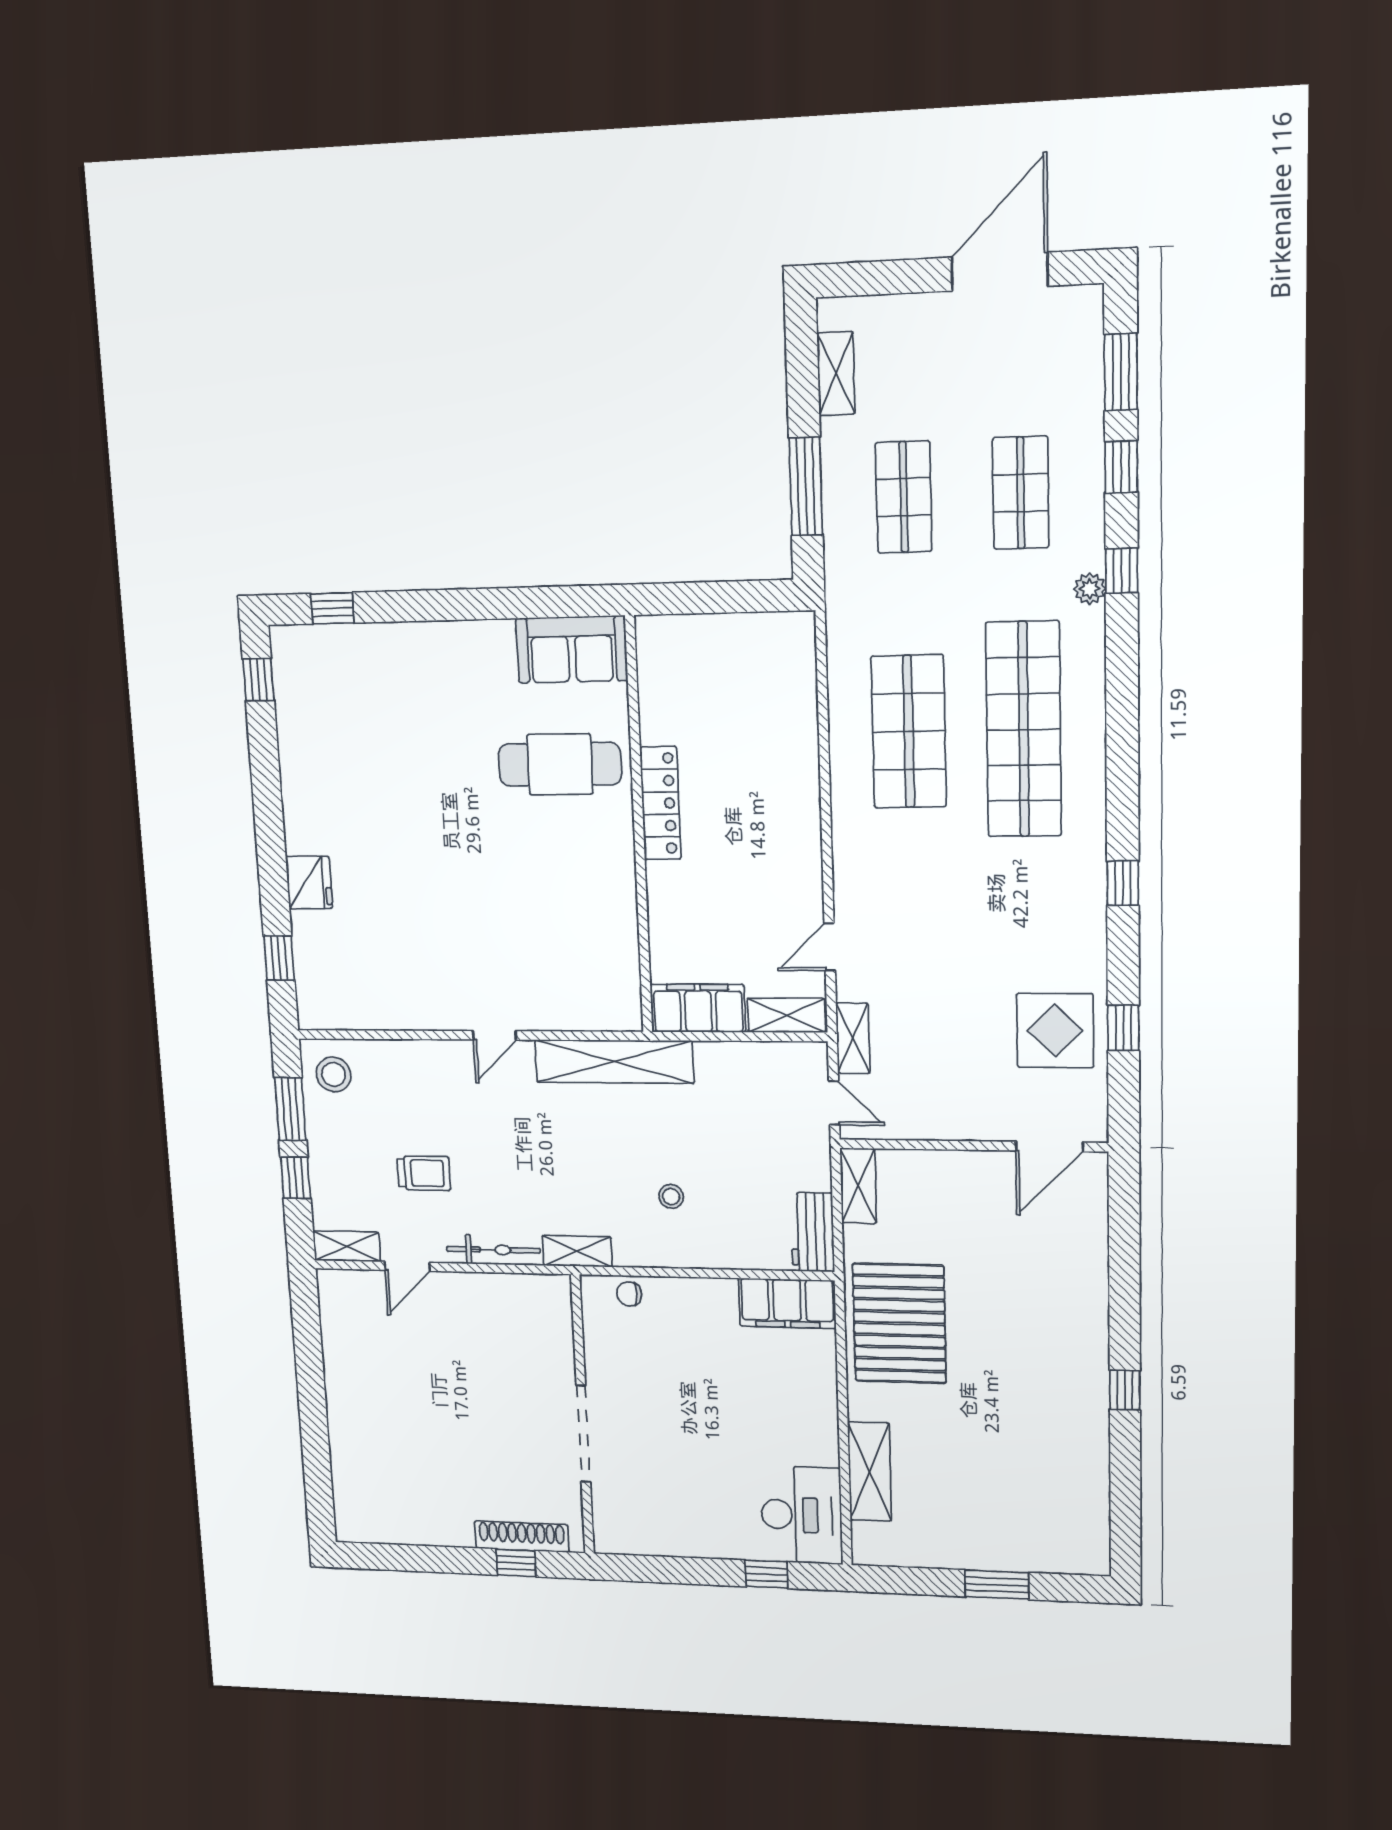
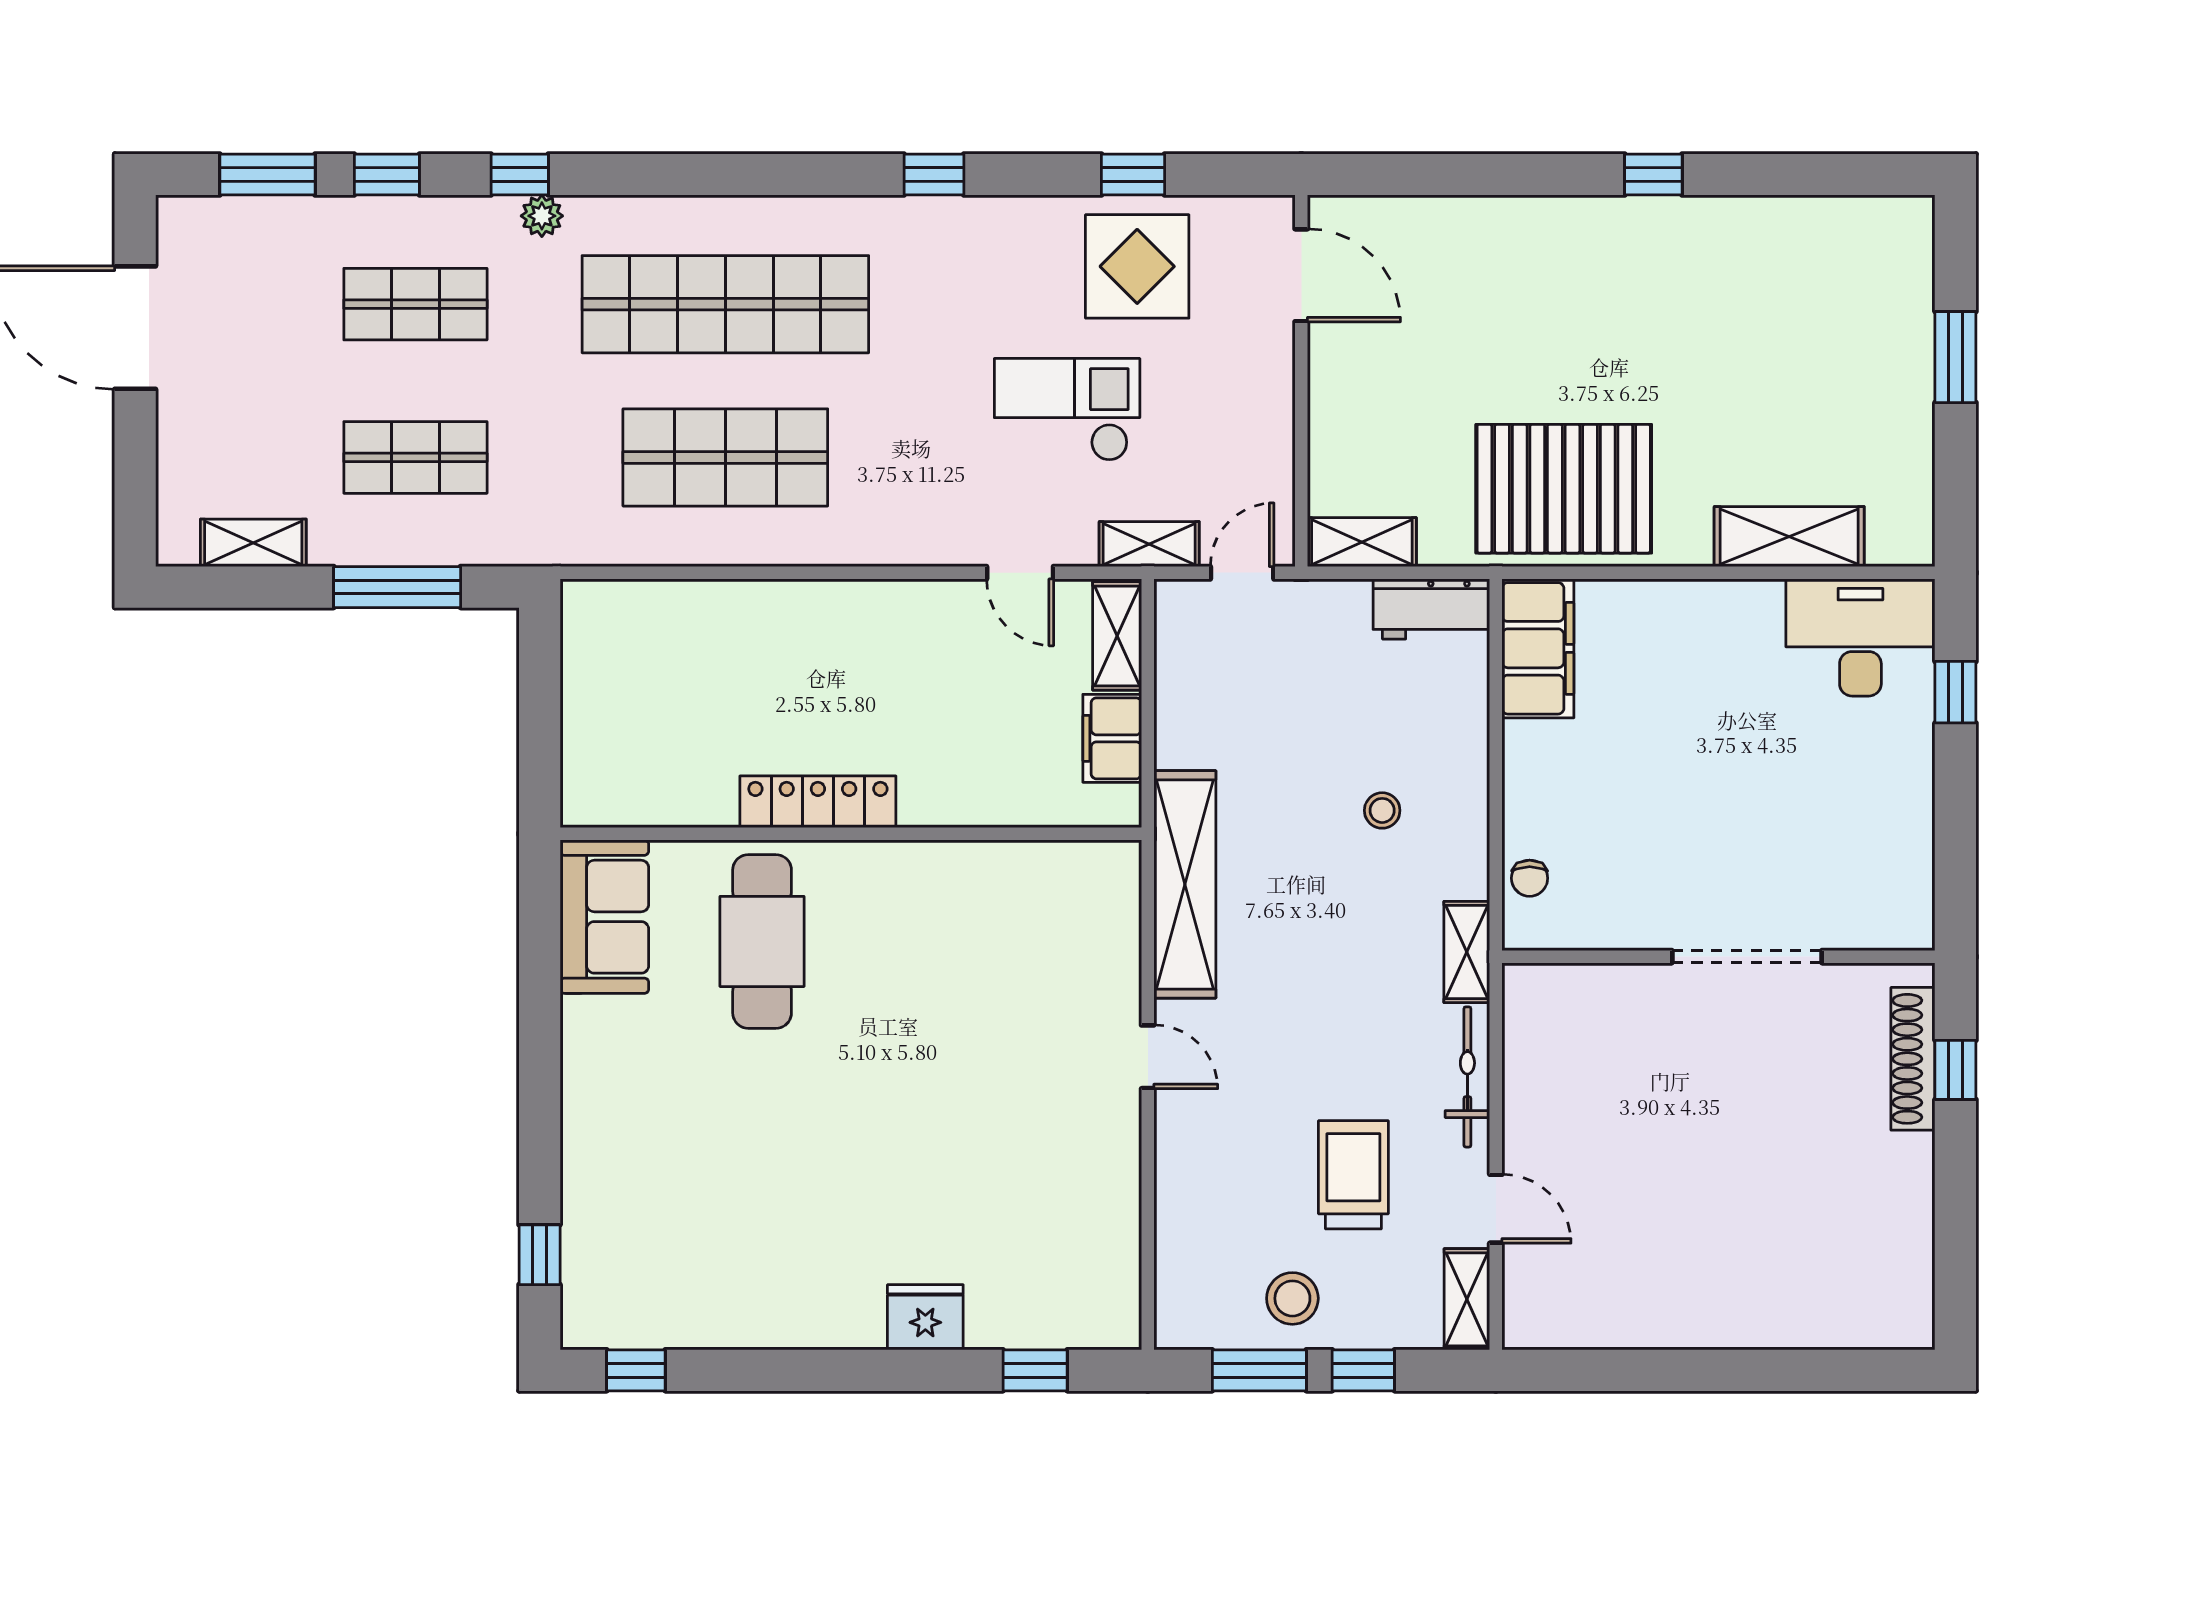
checkout: (949, 980) -> (1067, 410), added
filing cabinet: (698, 1008) -> (1112, 738), width x0.67, depth x0.86
stool: (333, 1074) -> (1292, 1298), moved
trolley: (424, 1173) -> (1353, 1175), width x1.36, depth x1.39

